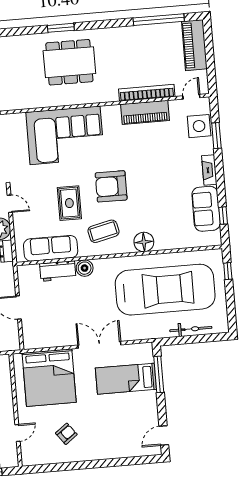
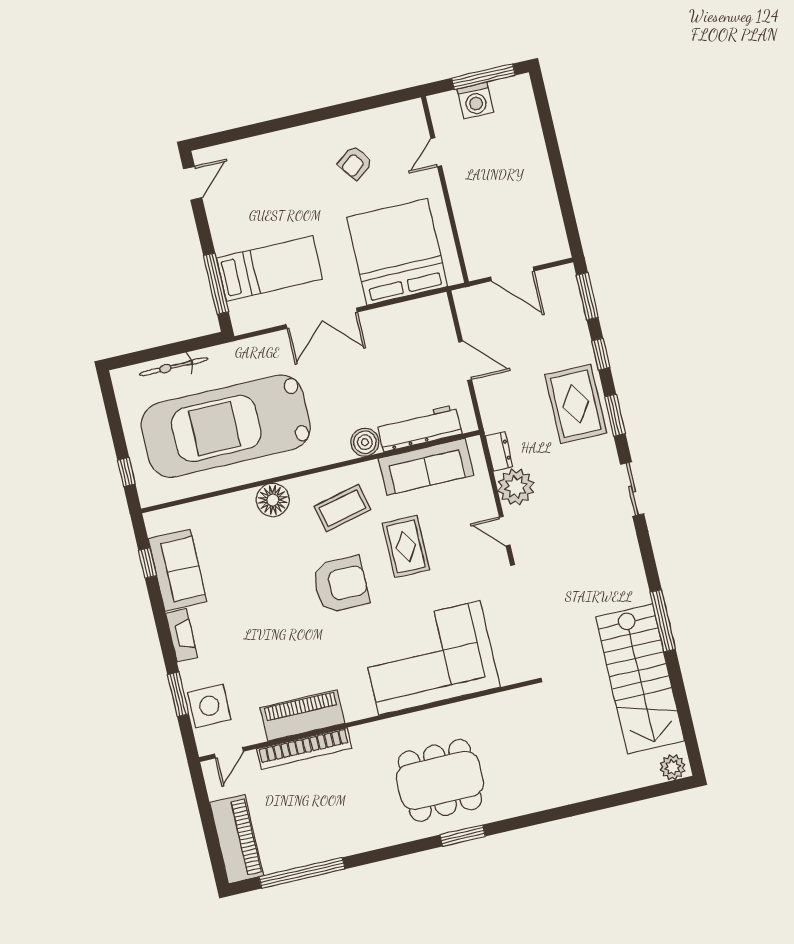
workbench: (58, 271) -> (419, 428), width x1.38

